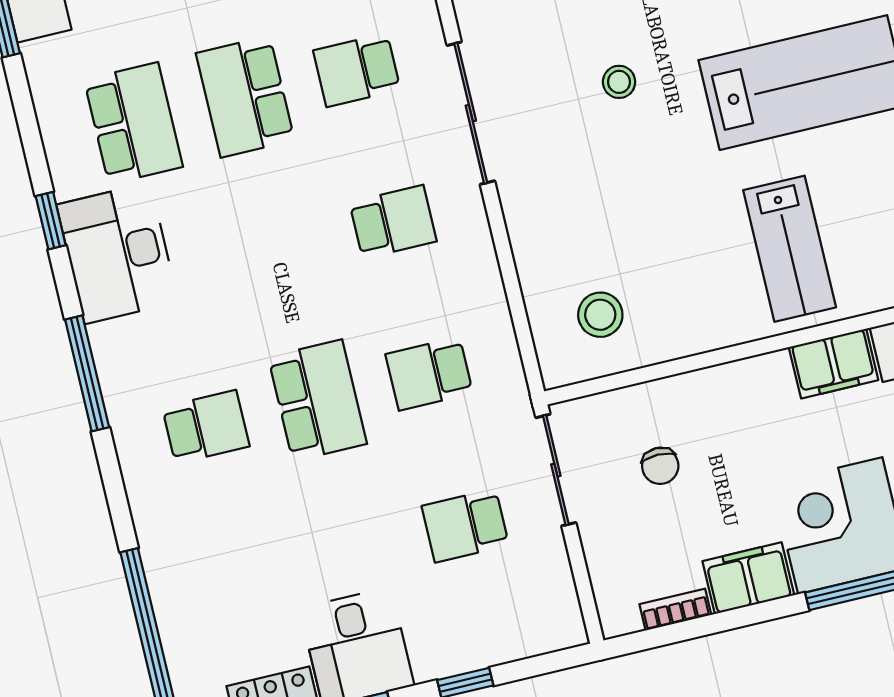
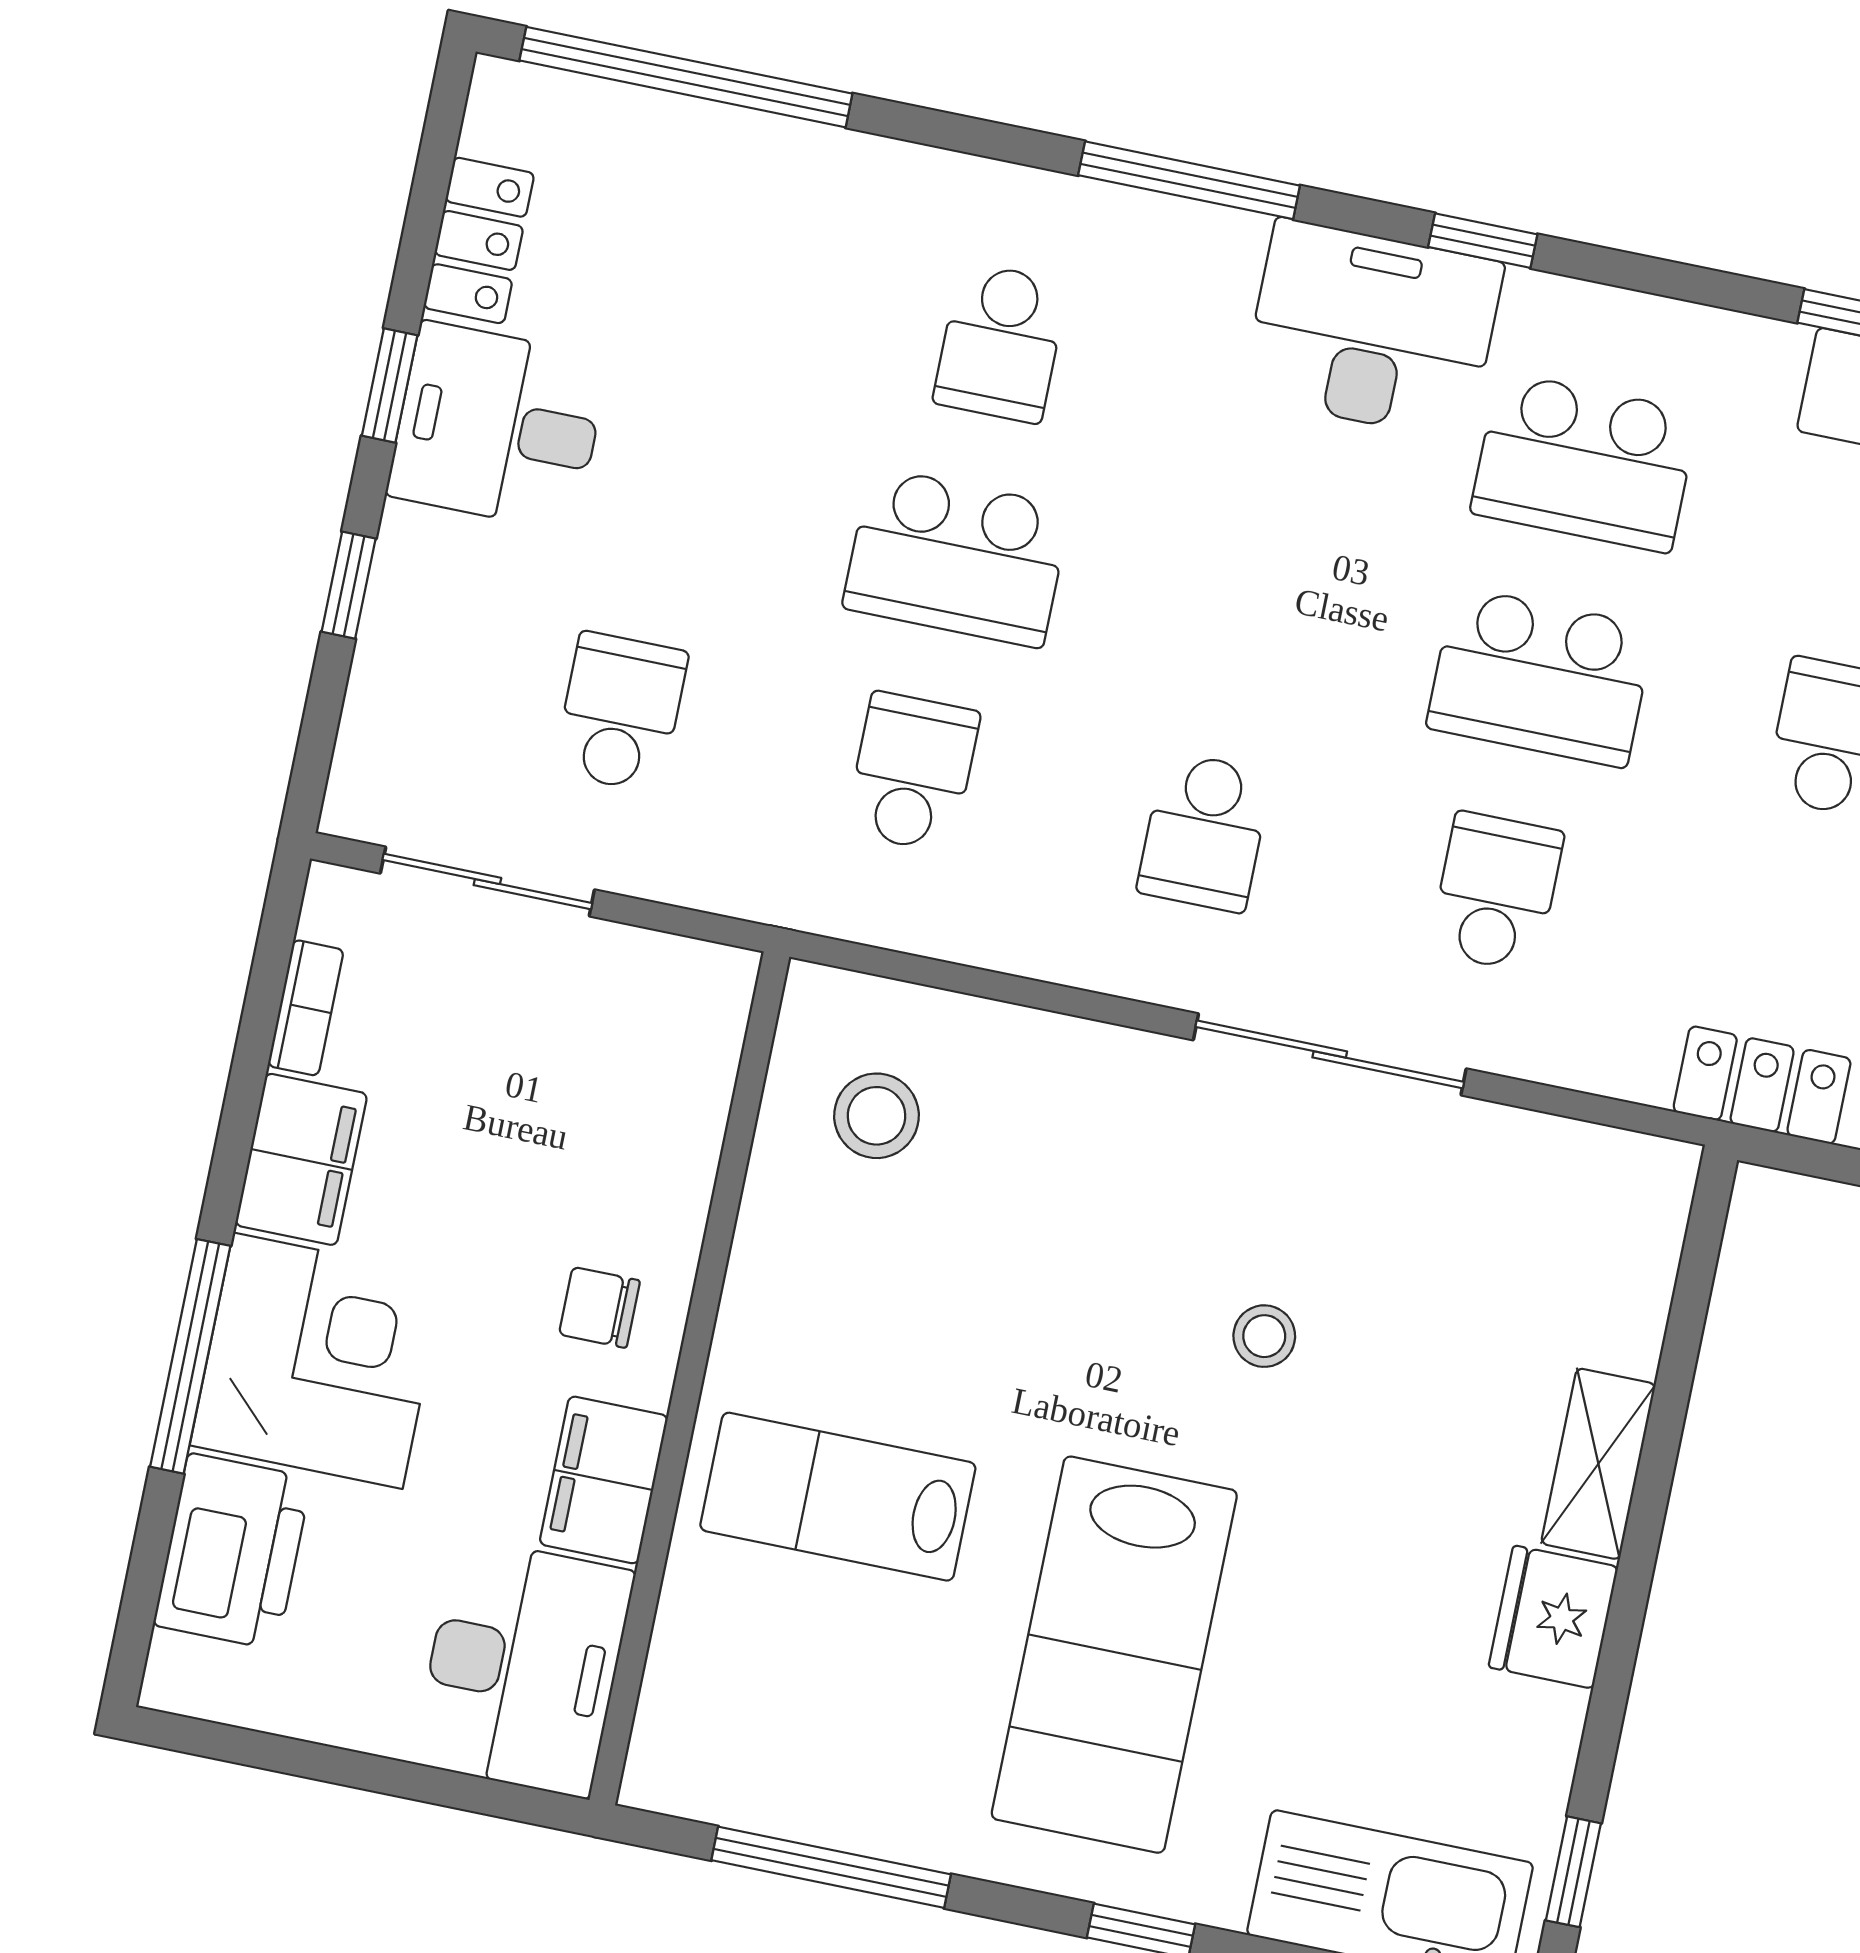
school desk: (245, 97) -> (1540, 677), turned 180
chair: (660, 466) -> (599, 1307), moved
sliding door: (556, 470) -> (487, 881), moved

